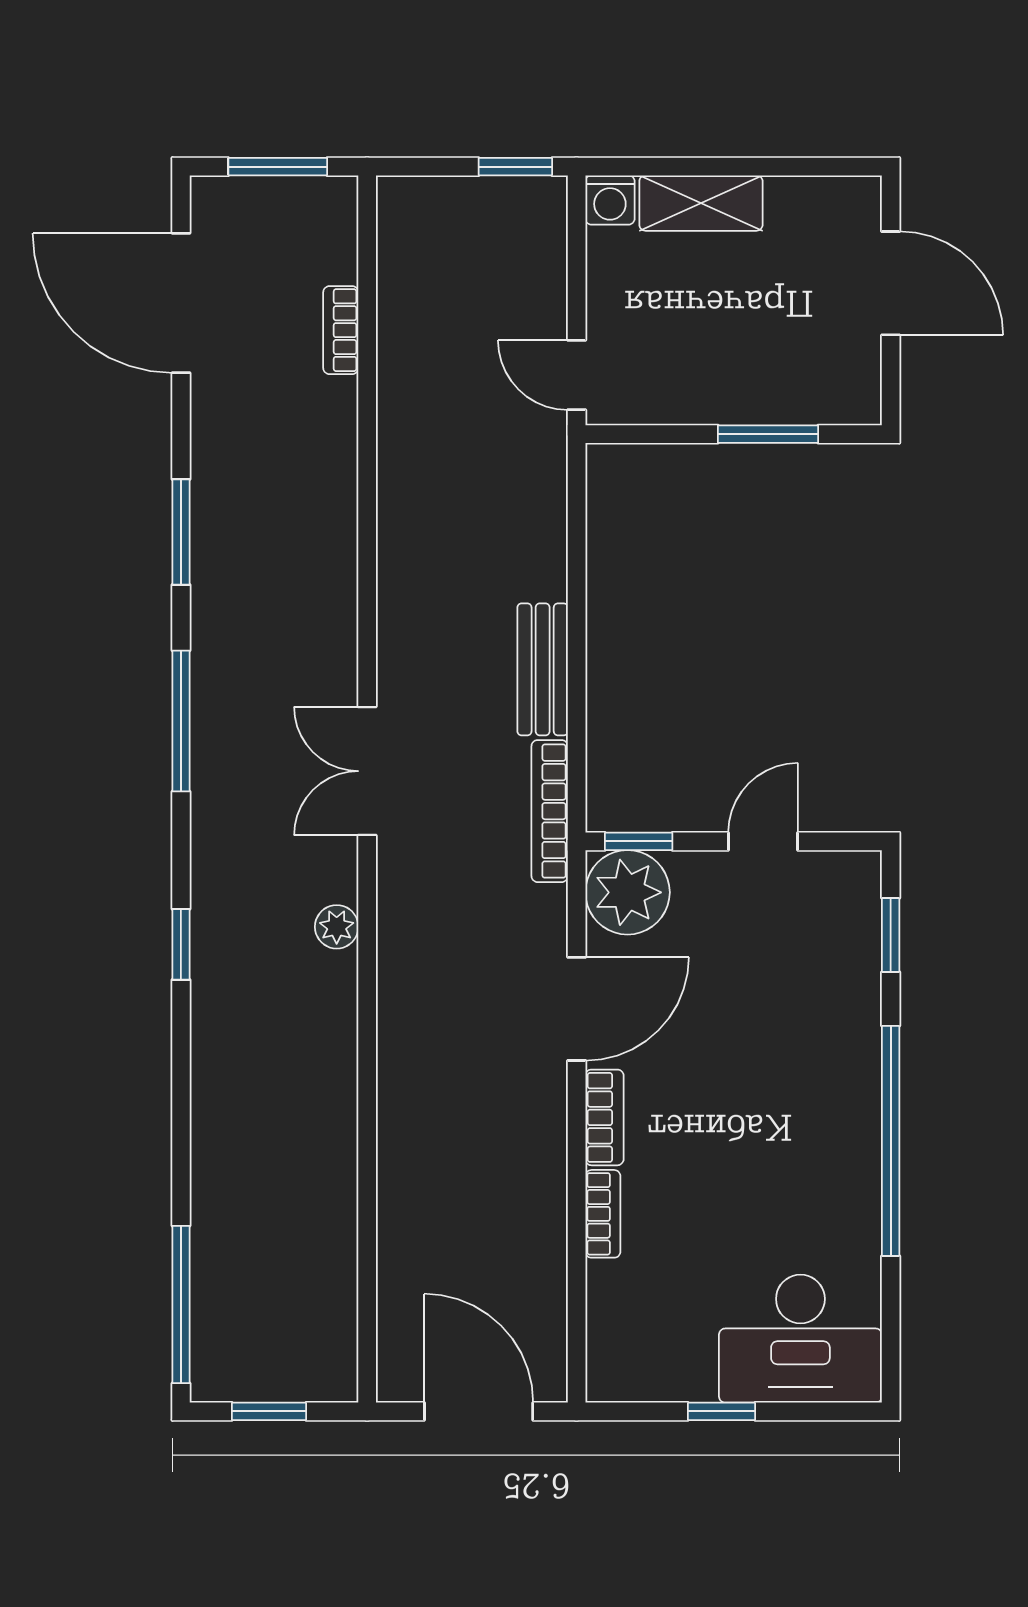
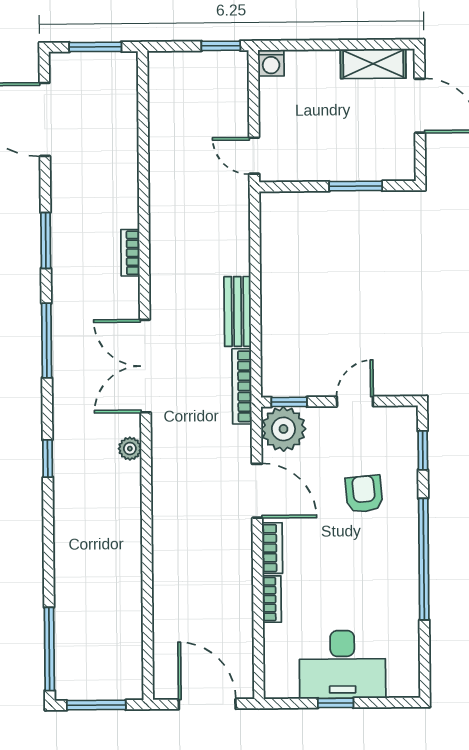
shelving: (701, 203) -> (373, 64), moved
bookcase: (341, 330) -> (130, 253), moved
double door: (367, 771) -> (145, 366), width x1.37
door: (577, 1009) -> (257, 491), hinge flipped
armchair: (779, 1017) -> (364, 494), added
desk: (800, 1339) -> (342, 664), moved
window: (269, 1411) -> (96, 705), width x1.50

